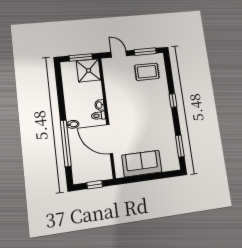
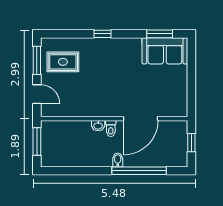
door: (119, 54) -> (37, 94), swing flipped
shower: (89, 70) -> (54, 134), removed
rug: (147, 72) -> (63, 62), turned 90
sofa: (142, 164) -> (165, 51), moved, turned -90

